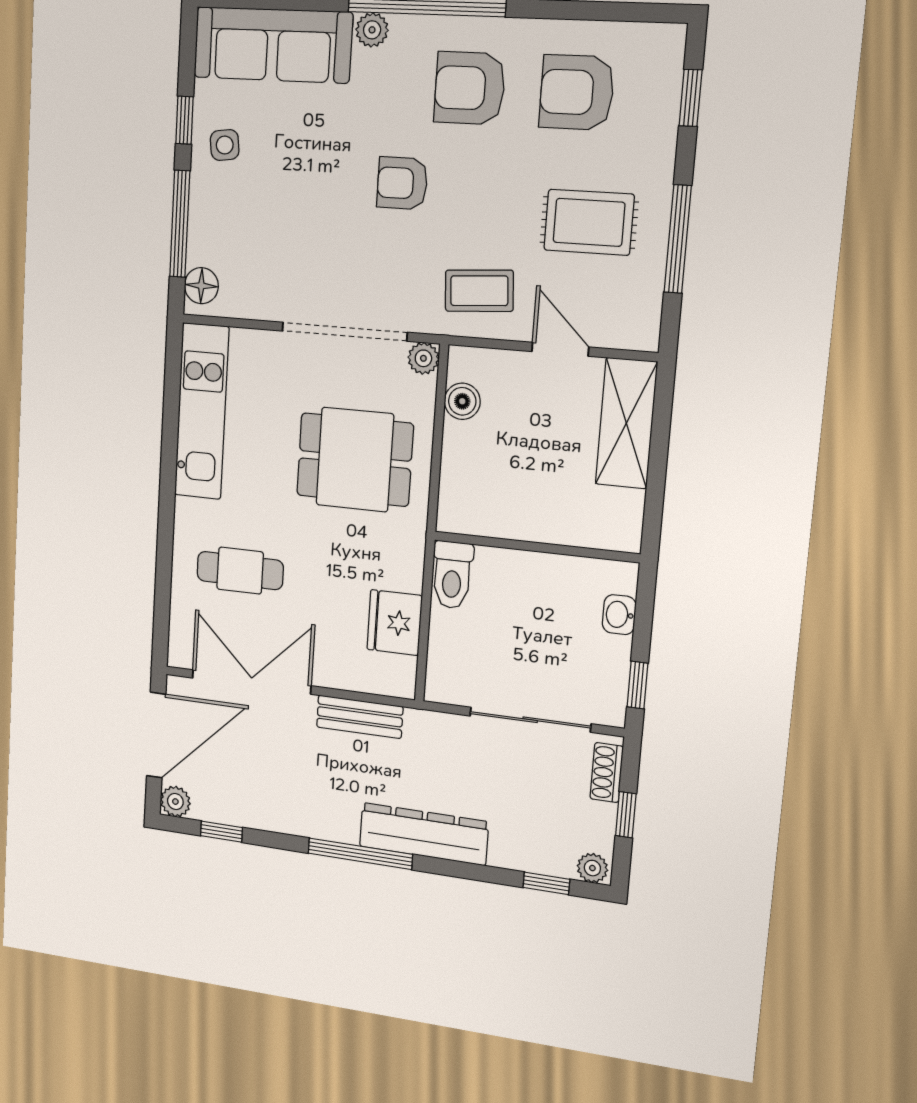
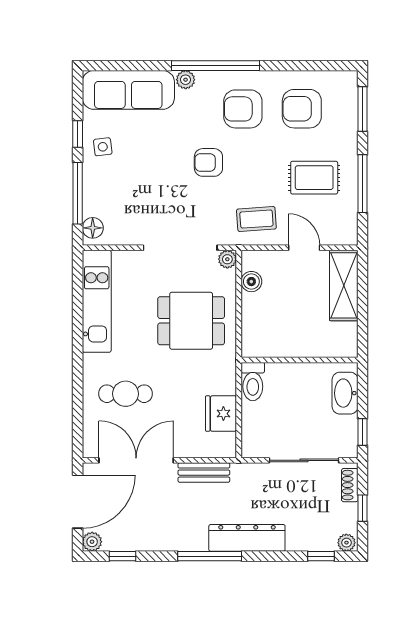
window: (691, 98) -> (363, 109), width x1.50
washbasin: (619, 615) -> (345, 393), width x1.91, depth x1.45

